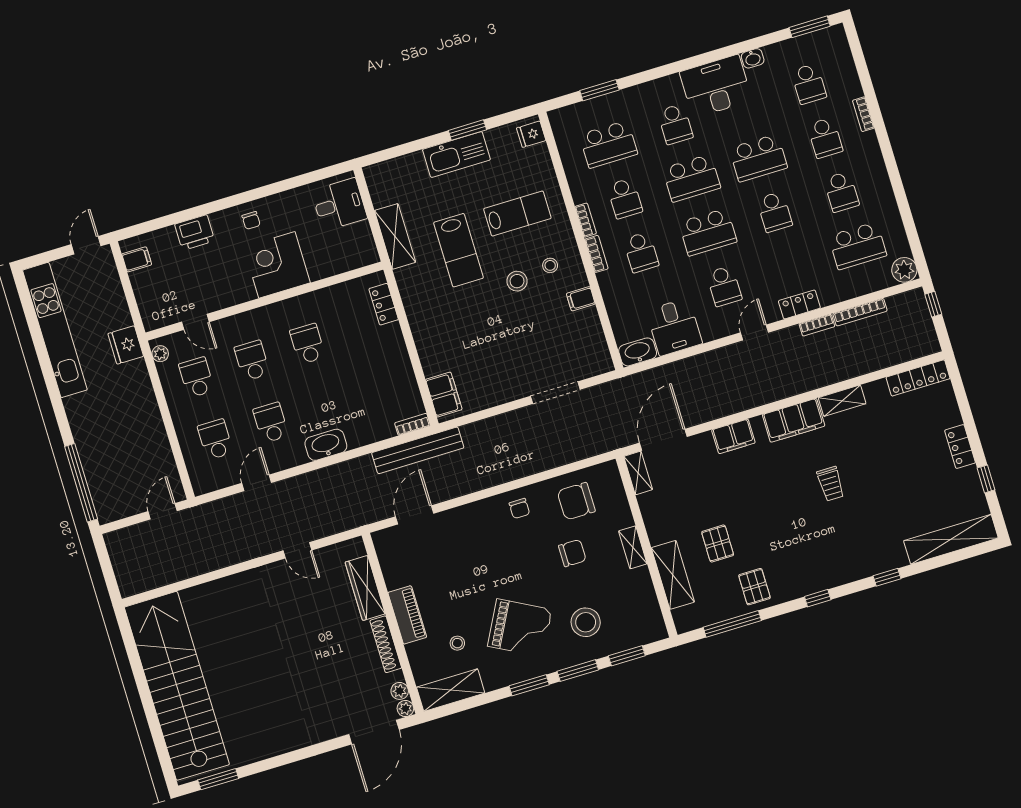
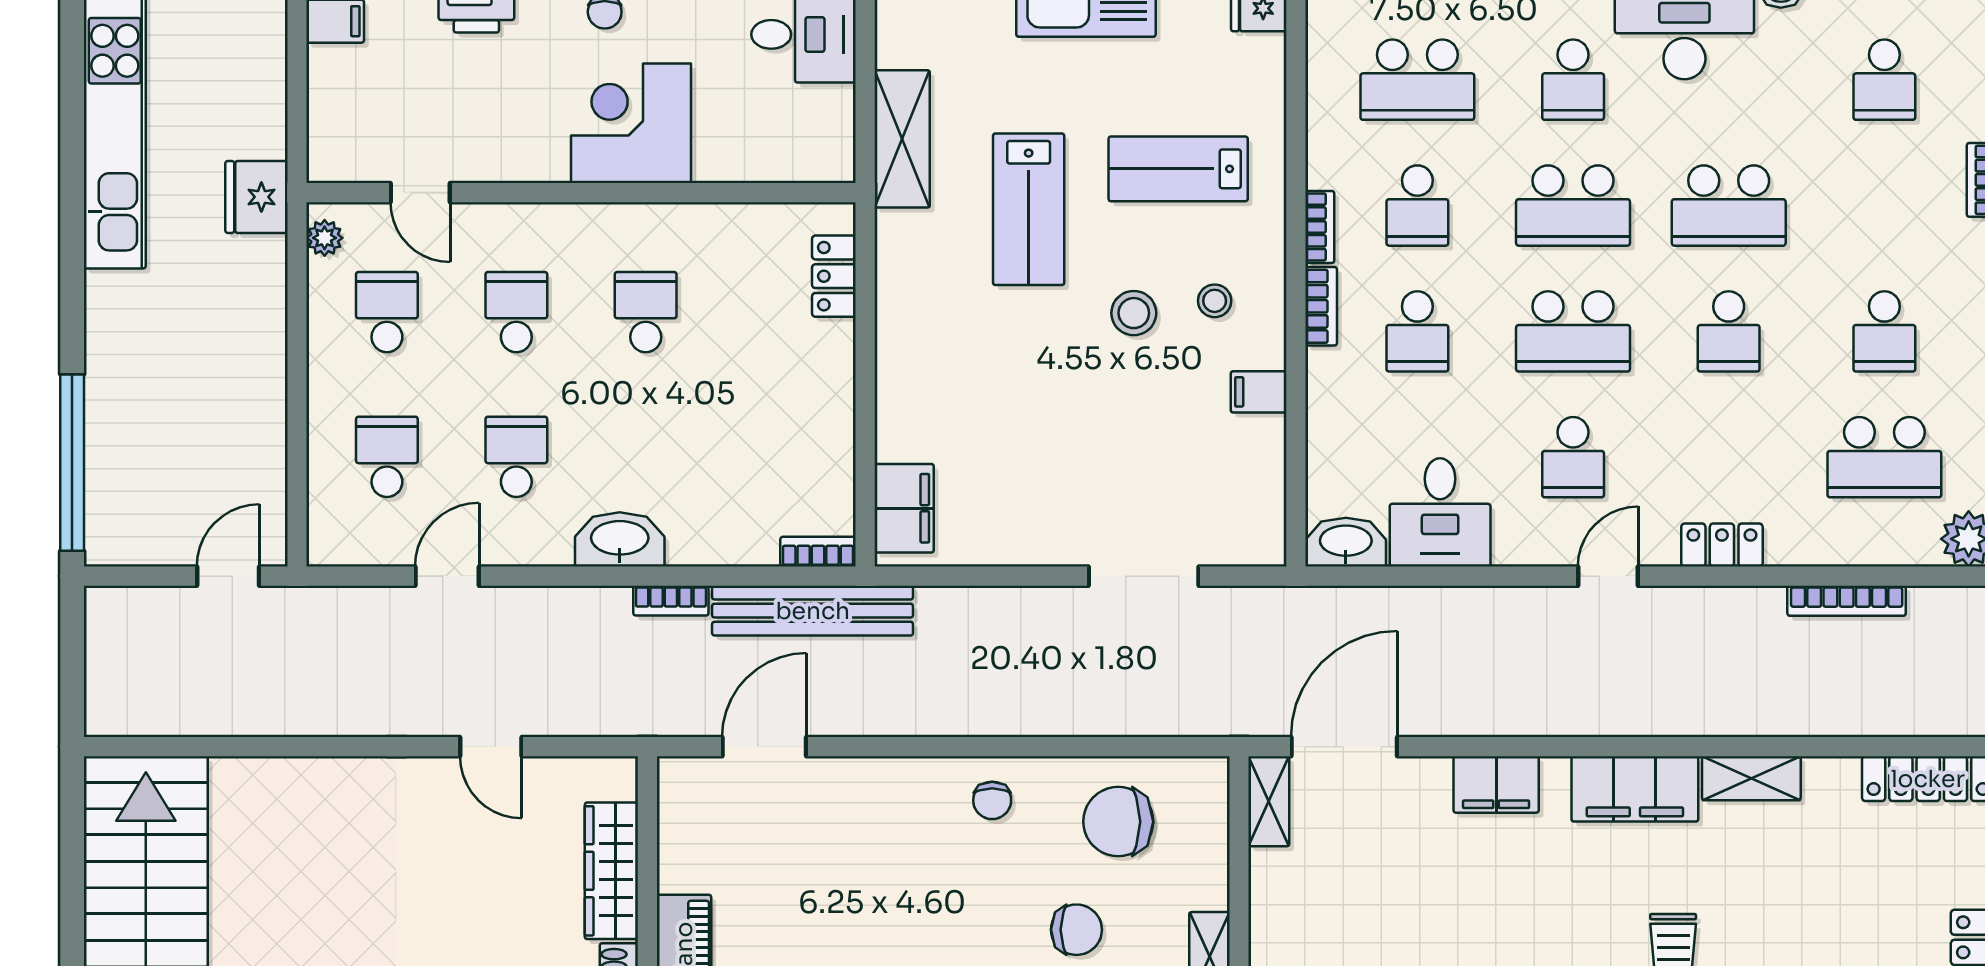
school desk: (825, 138) -> (1884, 206), removed
lab bench: (517, 214) -> (1178, 169), turned 180
bookcase: (817, 325) -> (671, 601), moved

